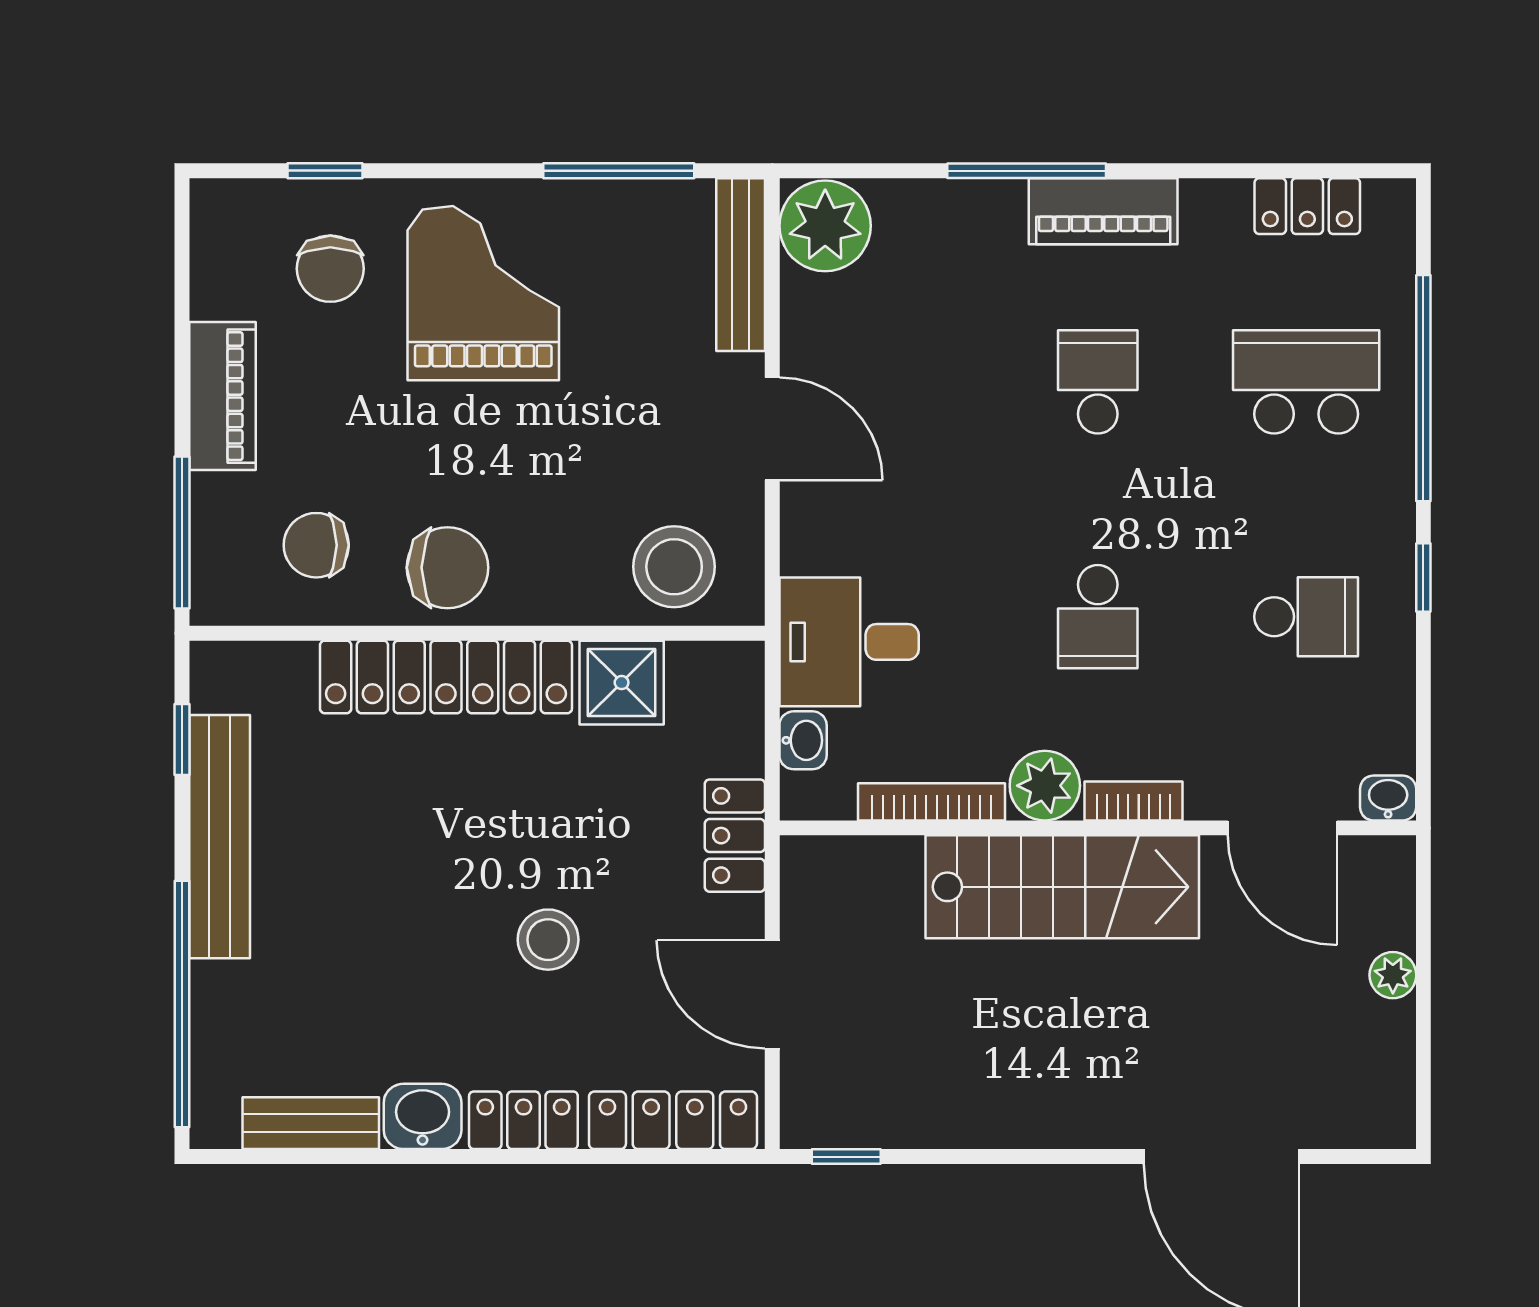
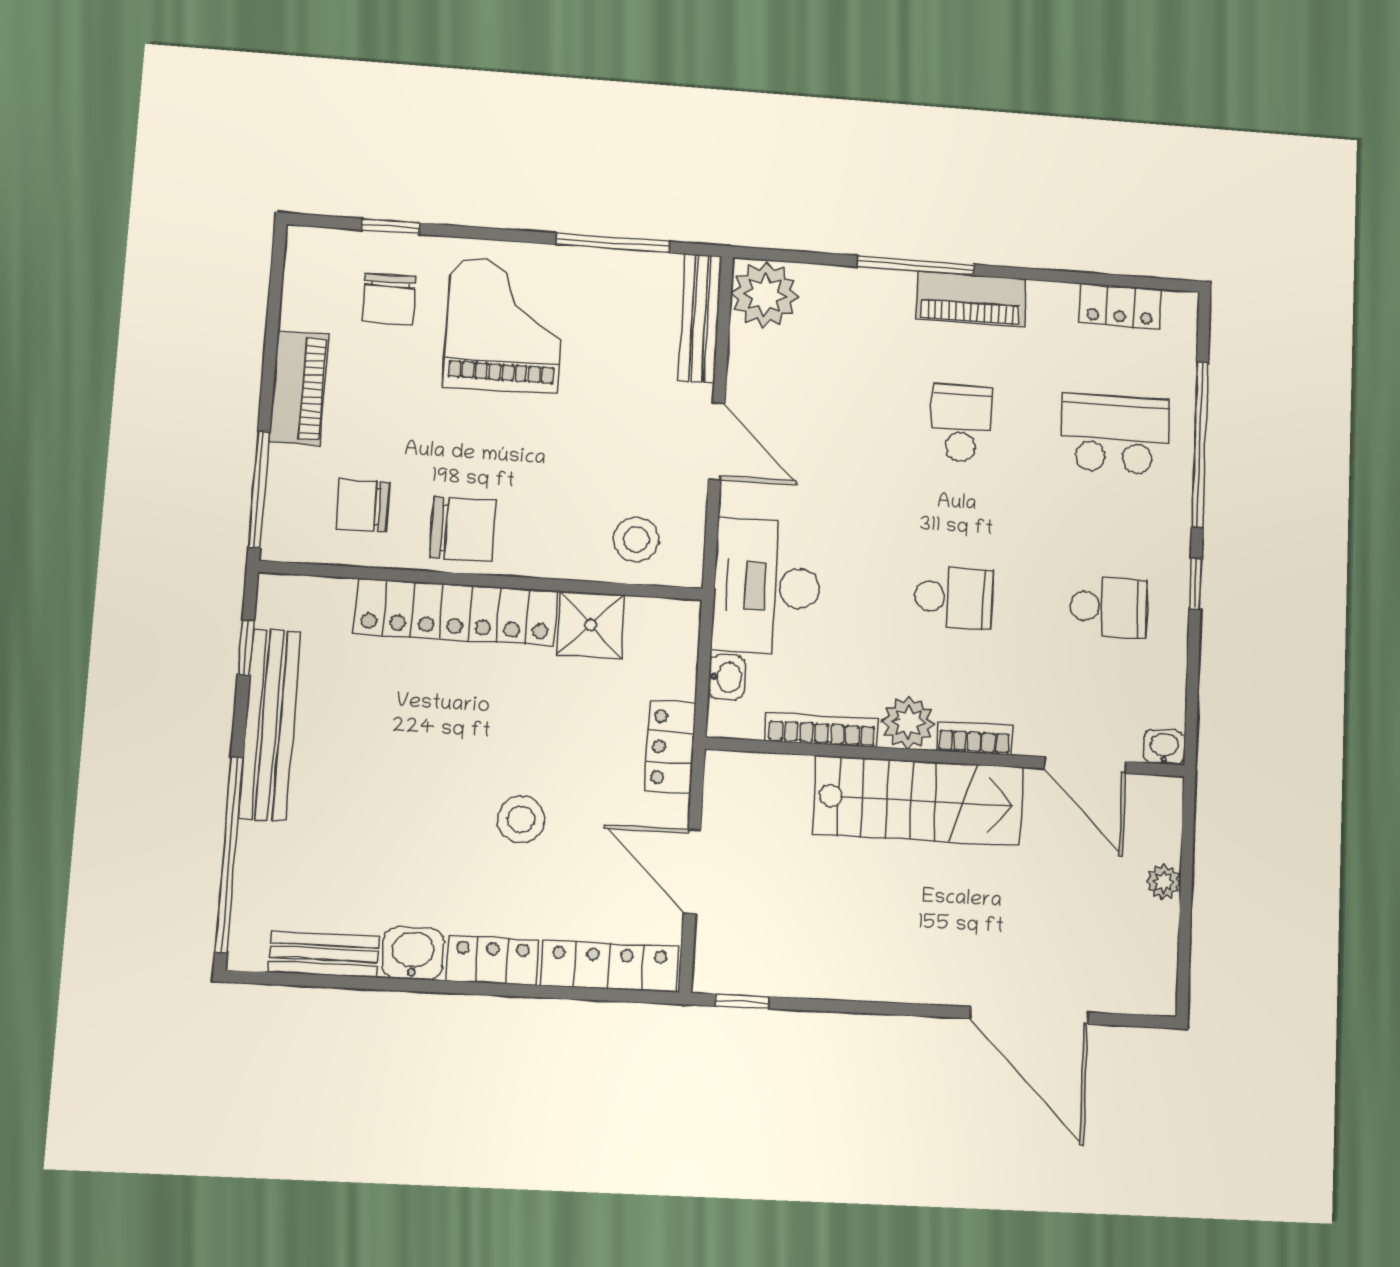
stool: (674, 567) -> (636, 540), width x0.73, depth x0.73
school desk: (1098, 617) -> (954, 598), turned -90
desk: (849, 642) -> (767, 587), width x1.37

